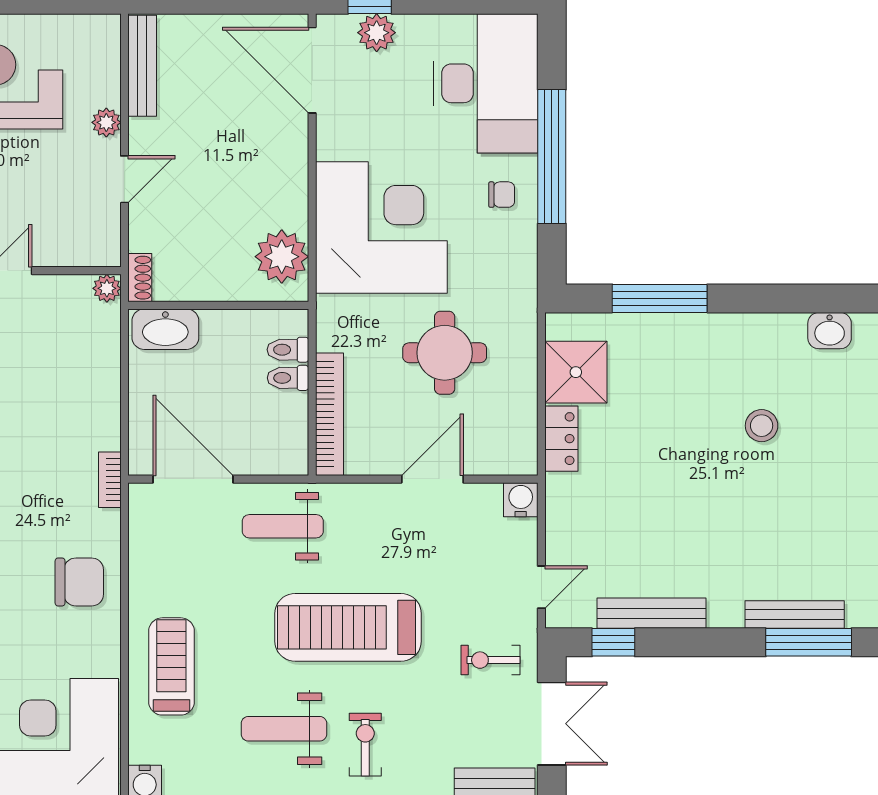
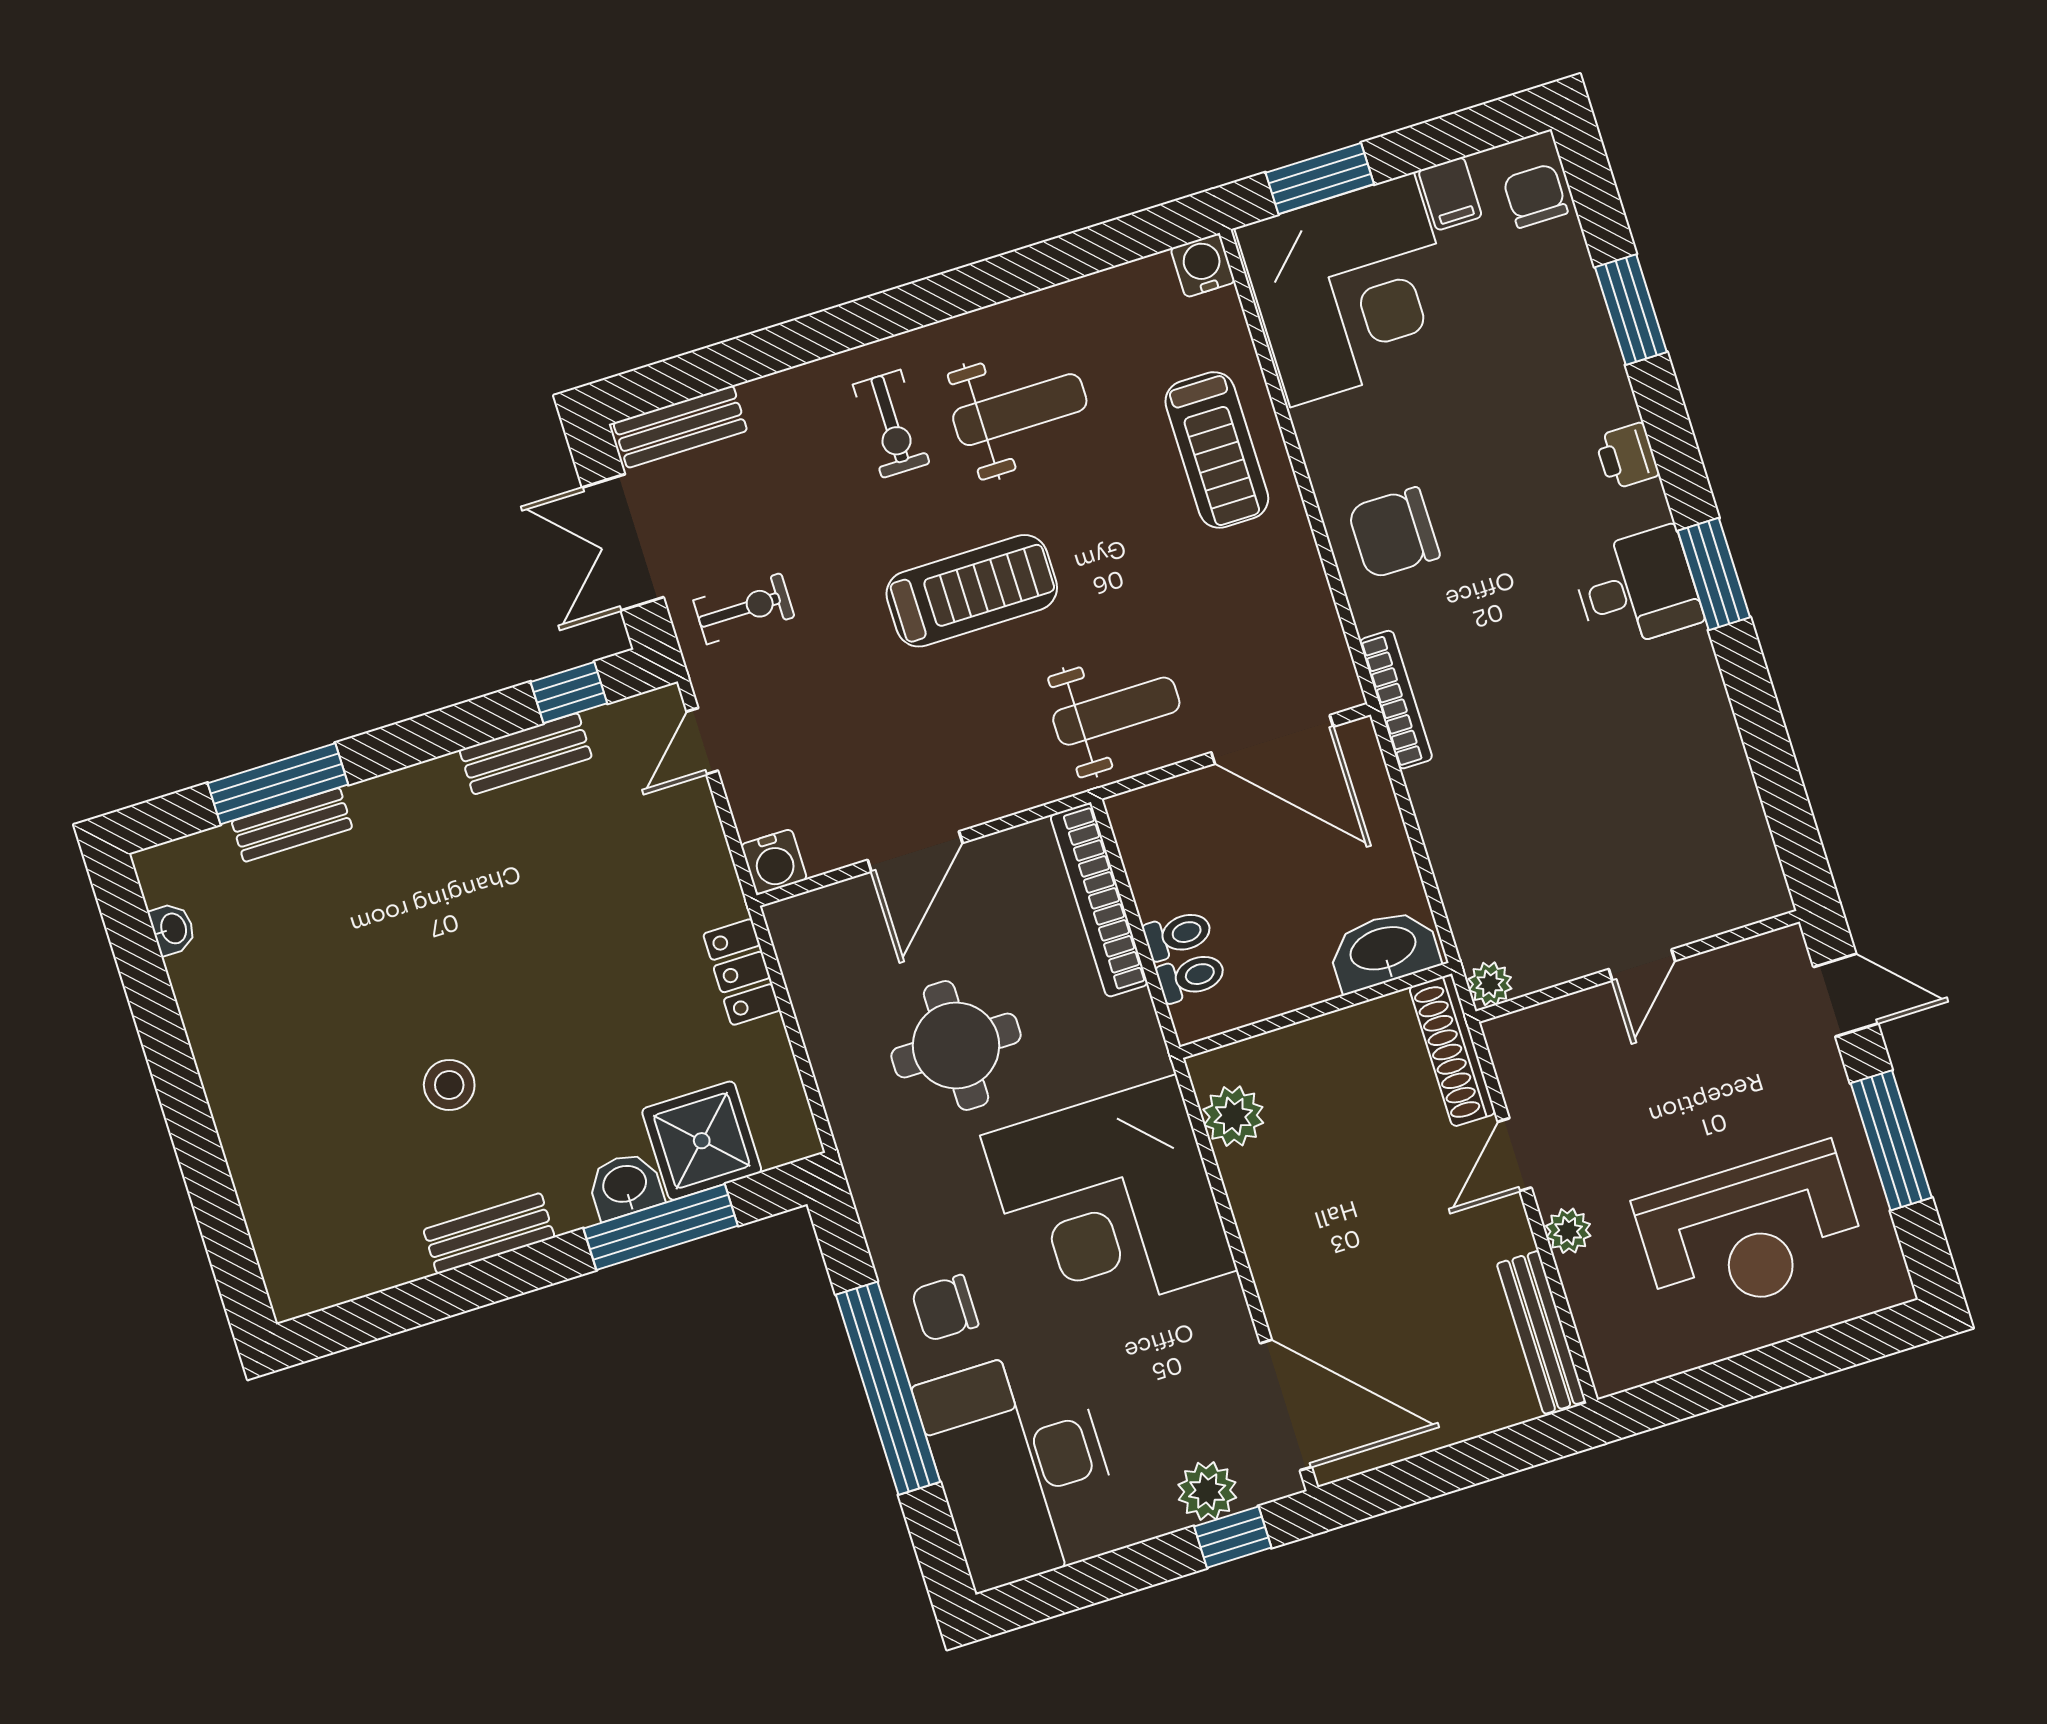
chair: (502, 195) -> (945, 1308), width x1.37, depth x1.37
plant: (282, 257) -> (1233, 1116), width x0.73, depth x0.73
shoe rack: (140, 278) -> (1452, 1050), width x1.94, depth x1.24
bench: (766, 327) -> (489, 1233), added
washbasin: (830, 331) -> (625, 1186), moved
shower: (576, 372) -> (702, 1141), moved
bookcase: (110, 480) -> (1396, 700), width x1.56
bench: (652, 613) -> (526, 754), width x0.73
bench: (795, 615) -> (292, 825), width x0.73
treadmill: (348, 627) -> (972, 591), width x0.73, depth x0.73

